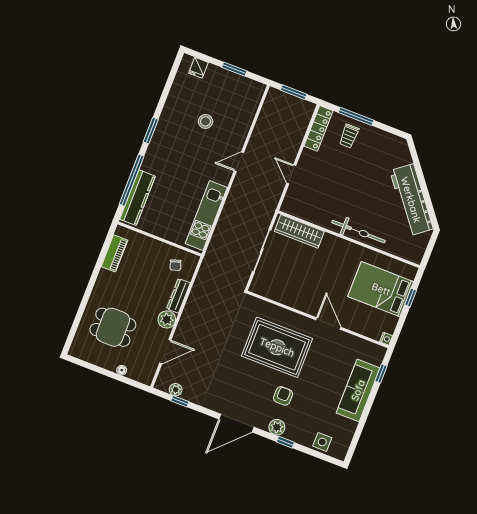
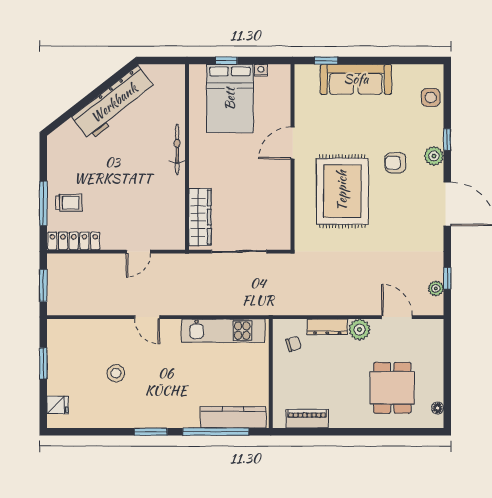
bicycle: (358, 232) -> (177, 149), width x0.73, depth x0.71
nightstand: (386, 339) -> (261, 70), moved
floor lamp: (122, 370) -> (438, 408), moved

